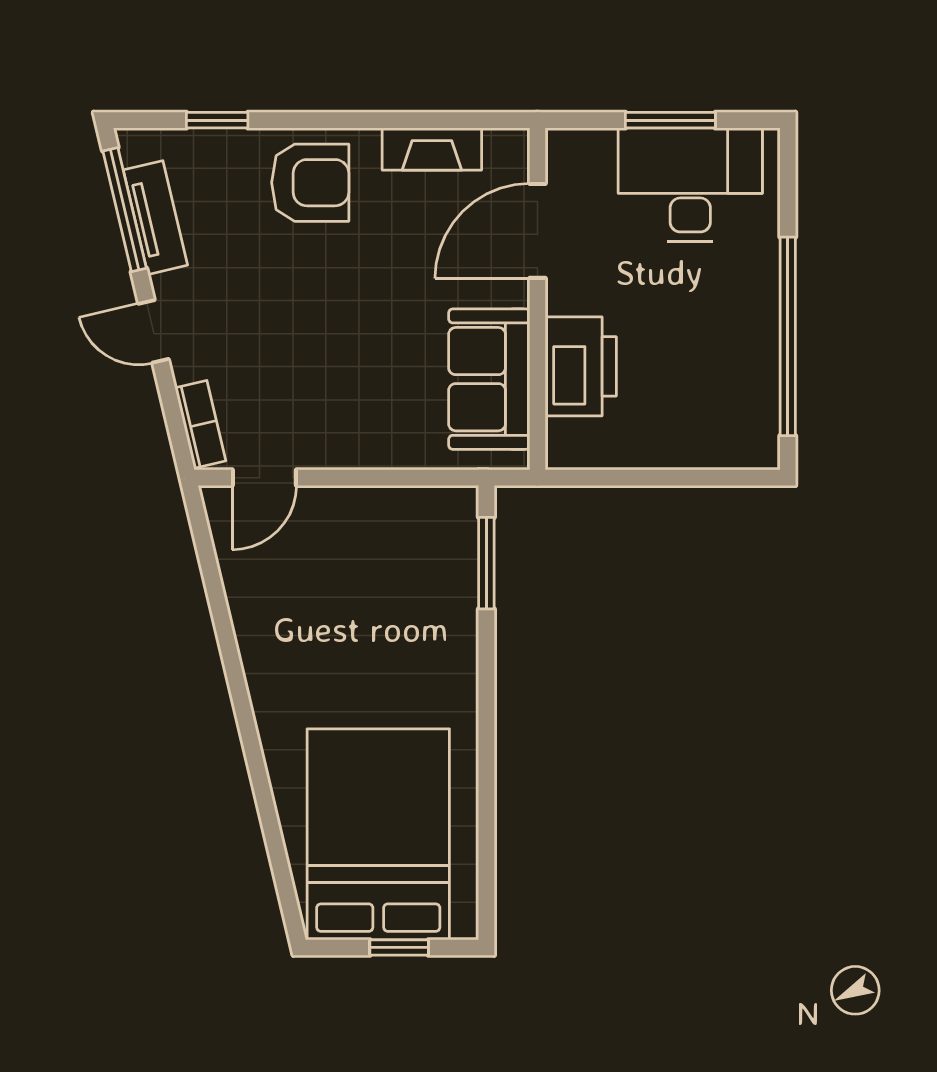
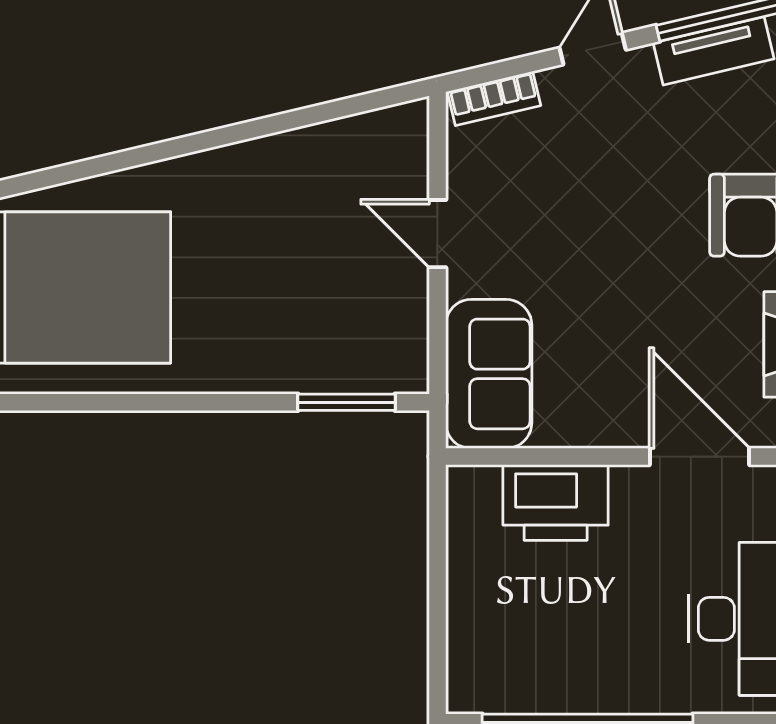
sofa: (489, 379) -> (489, 374), moved, turned 90
door: (264, 478) -> (437, 234), moved

